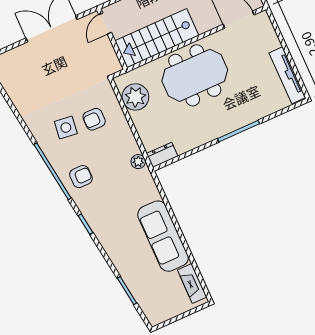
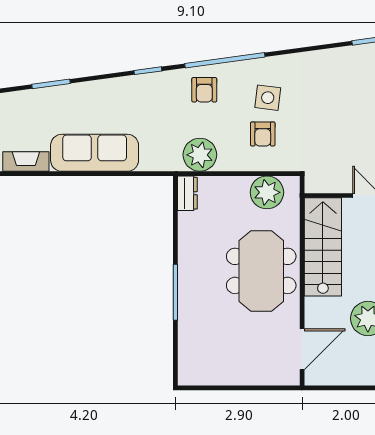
tv unit: (287, 75) -> (214, 376), removed
armchair: (94, 119) -> (263, 134), turned 180
plant: (138, 162) -> (200, 155), width x1.87, depth x1.87

